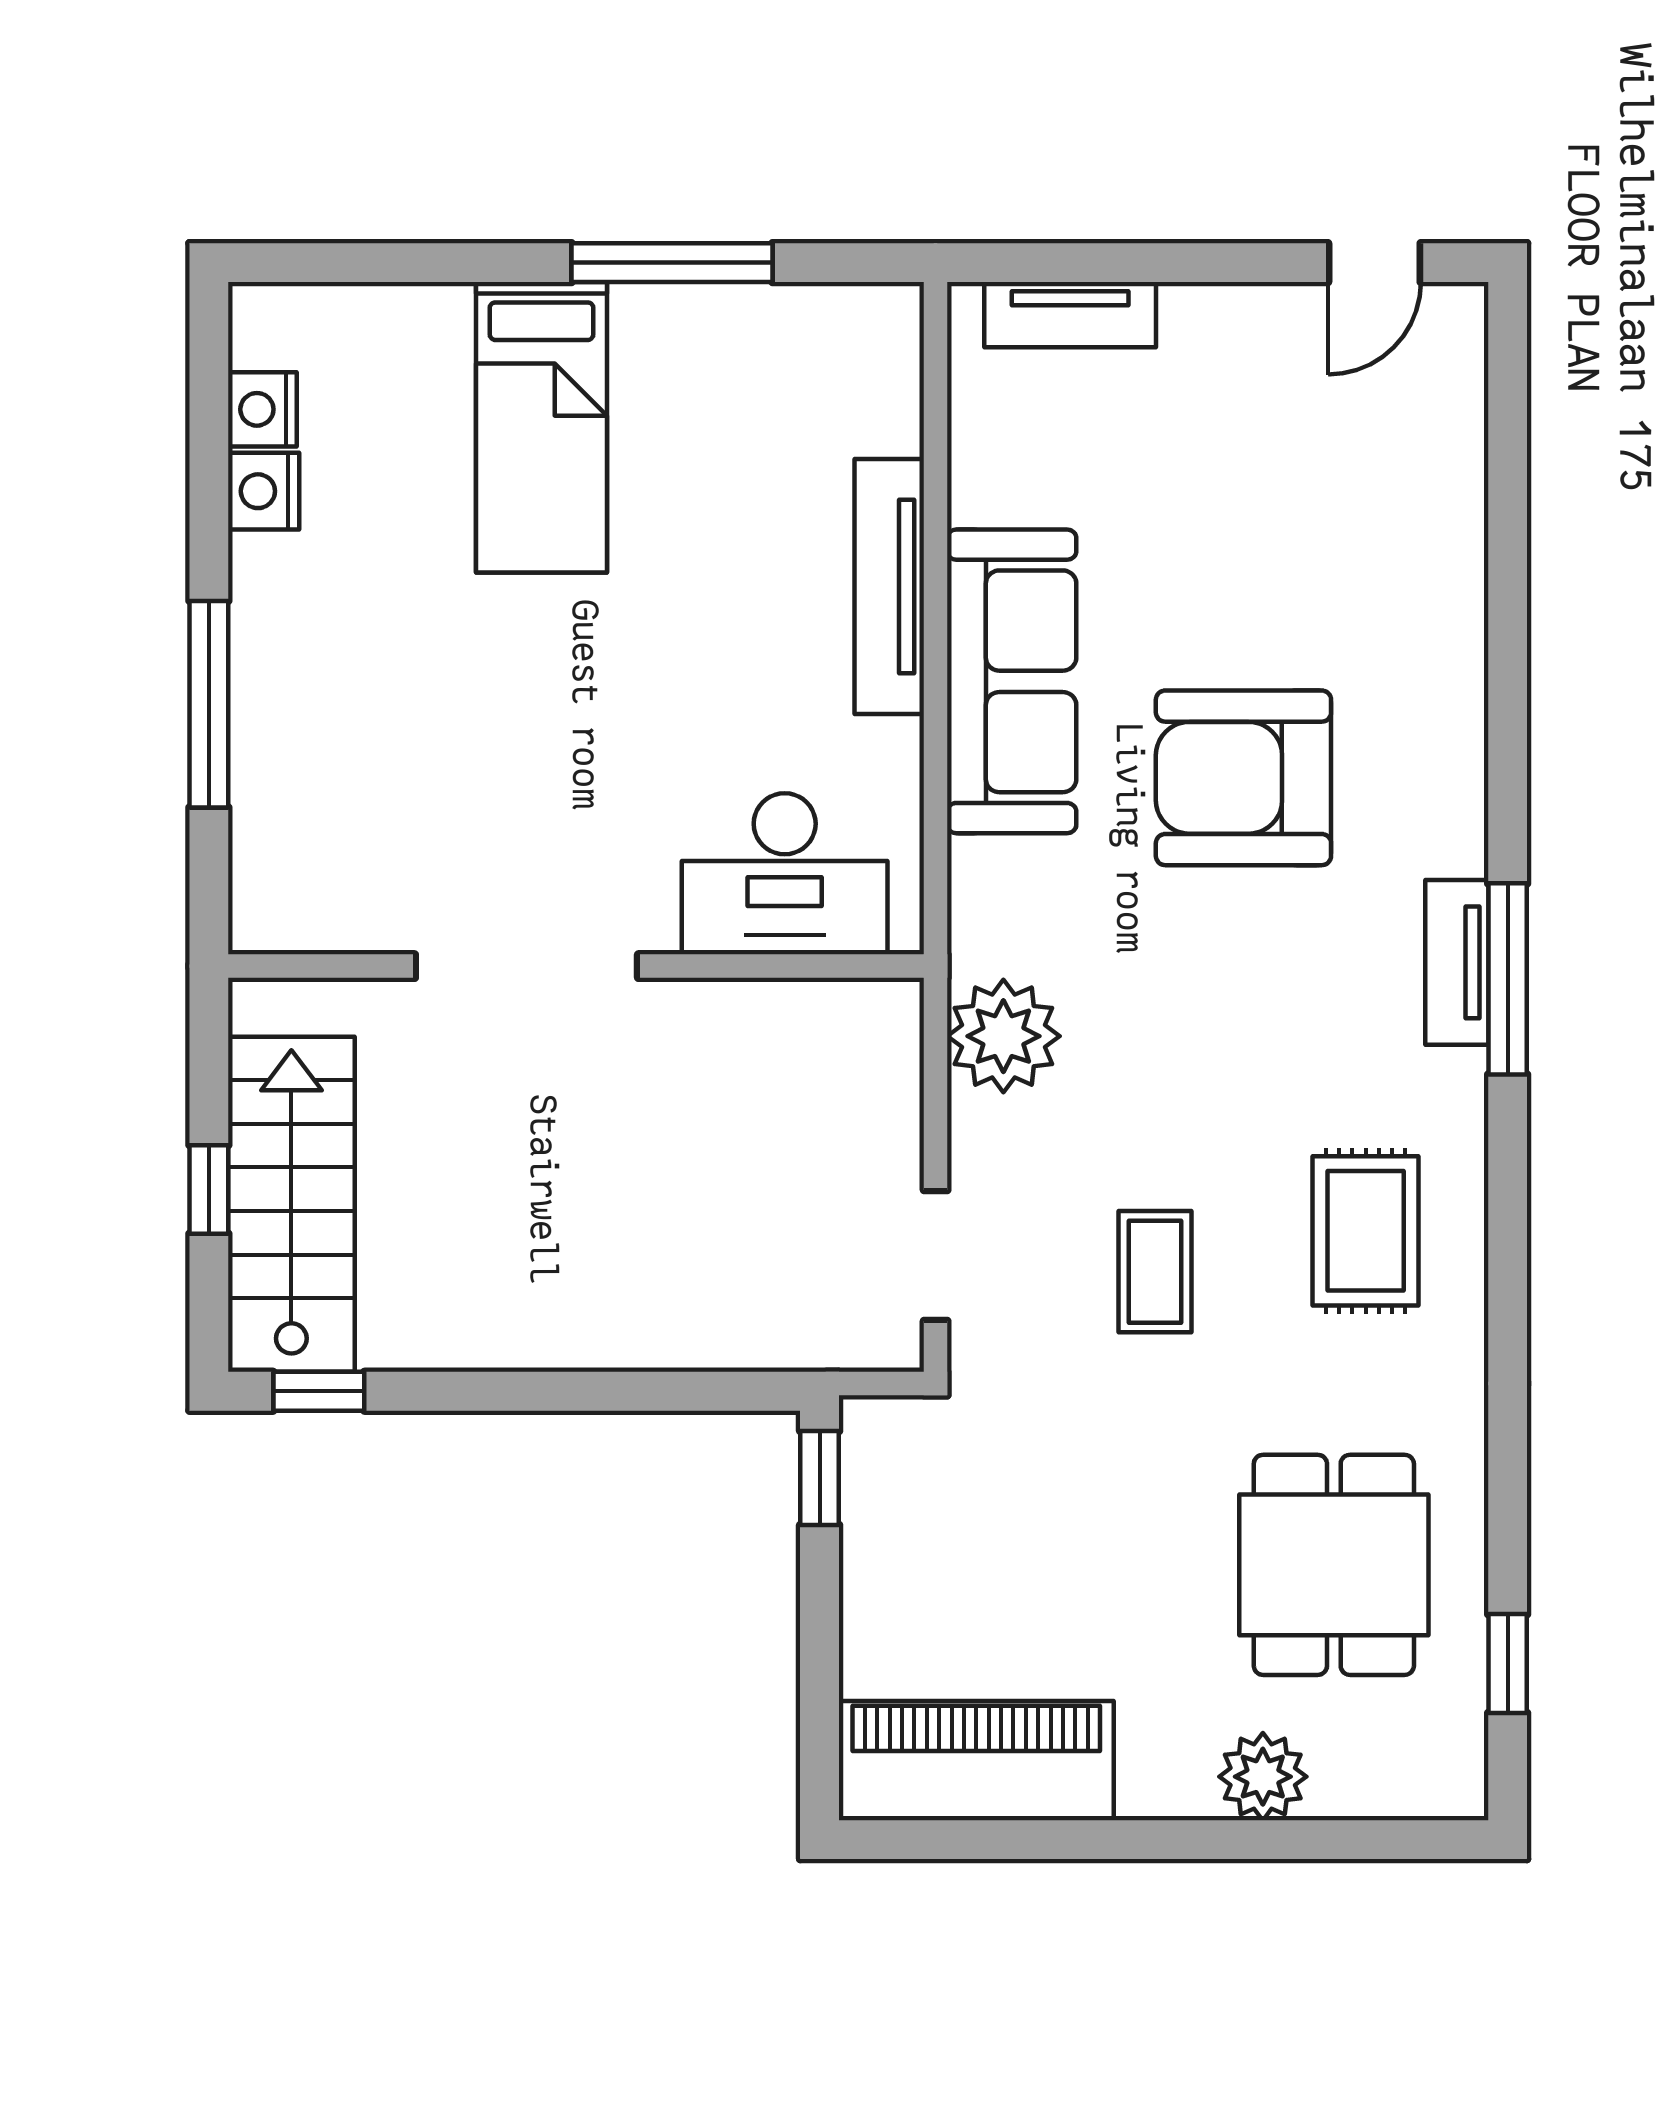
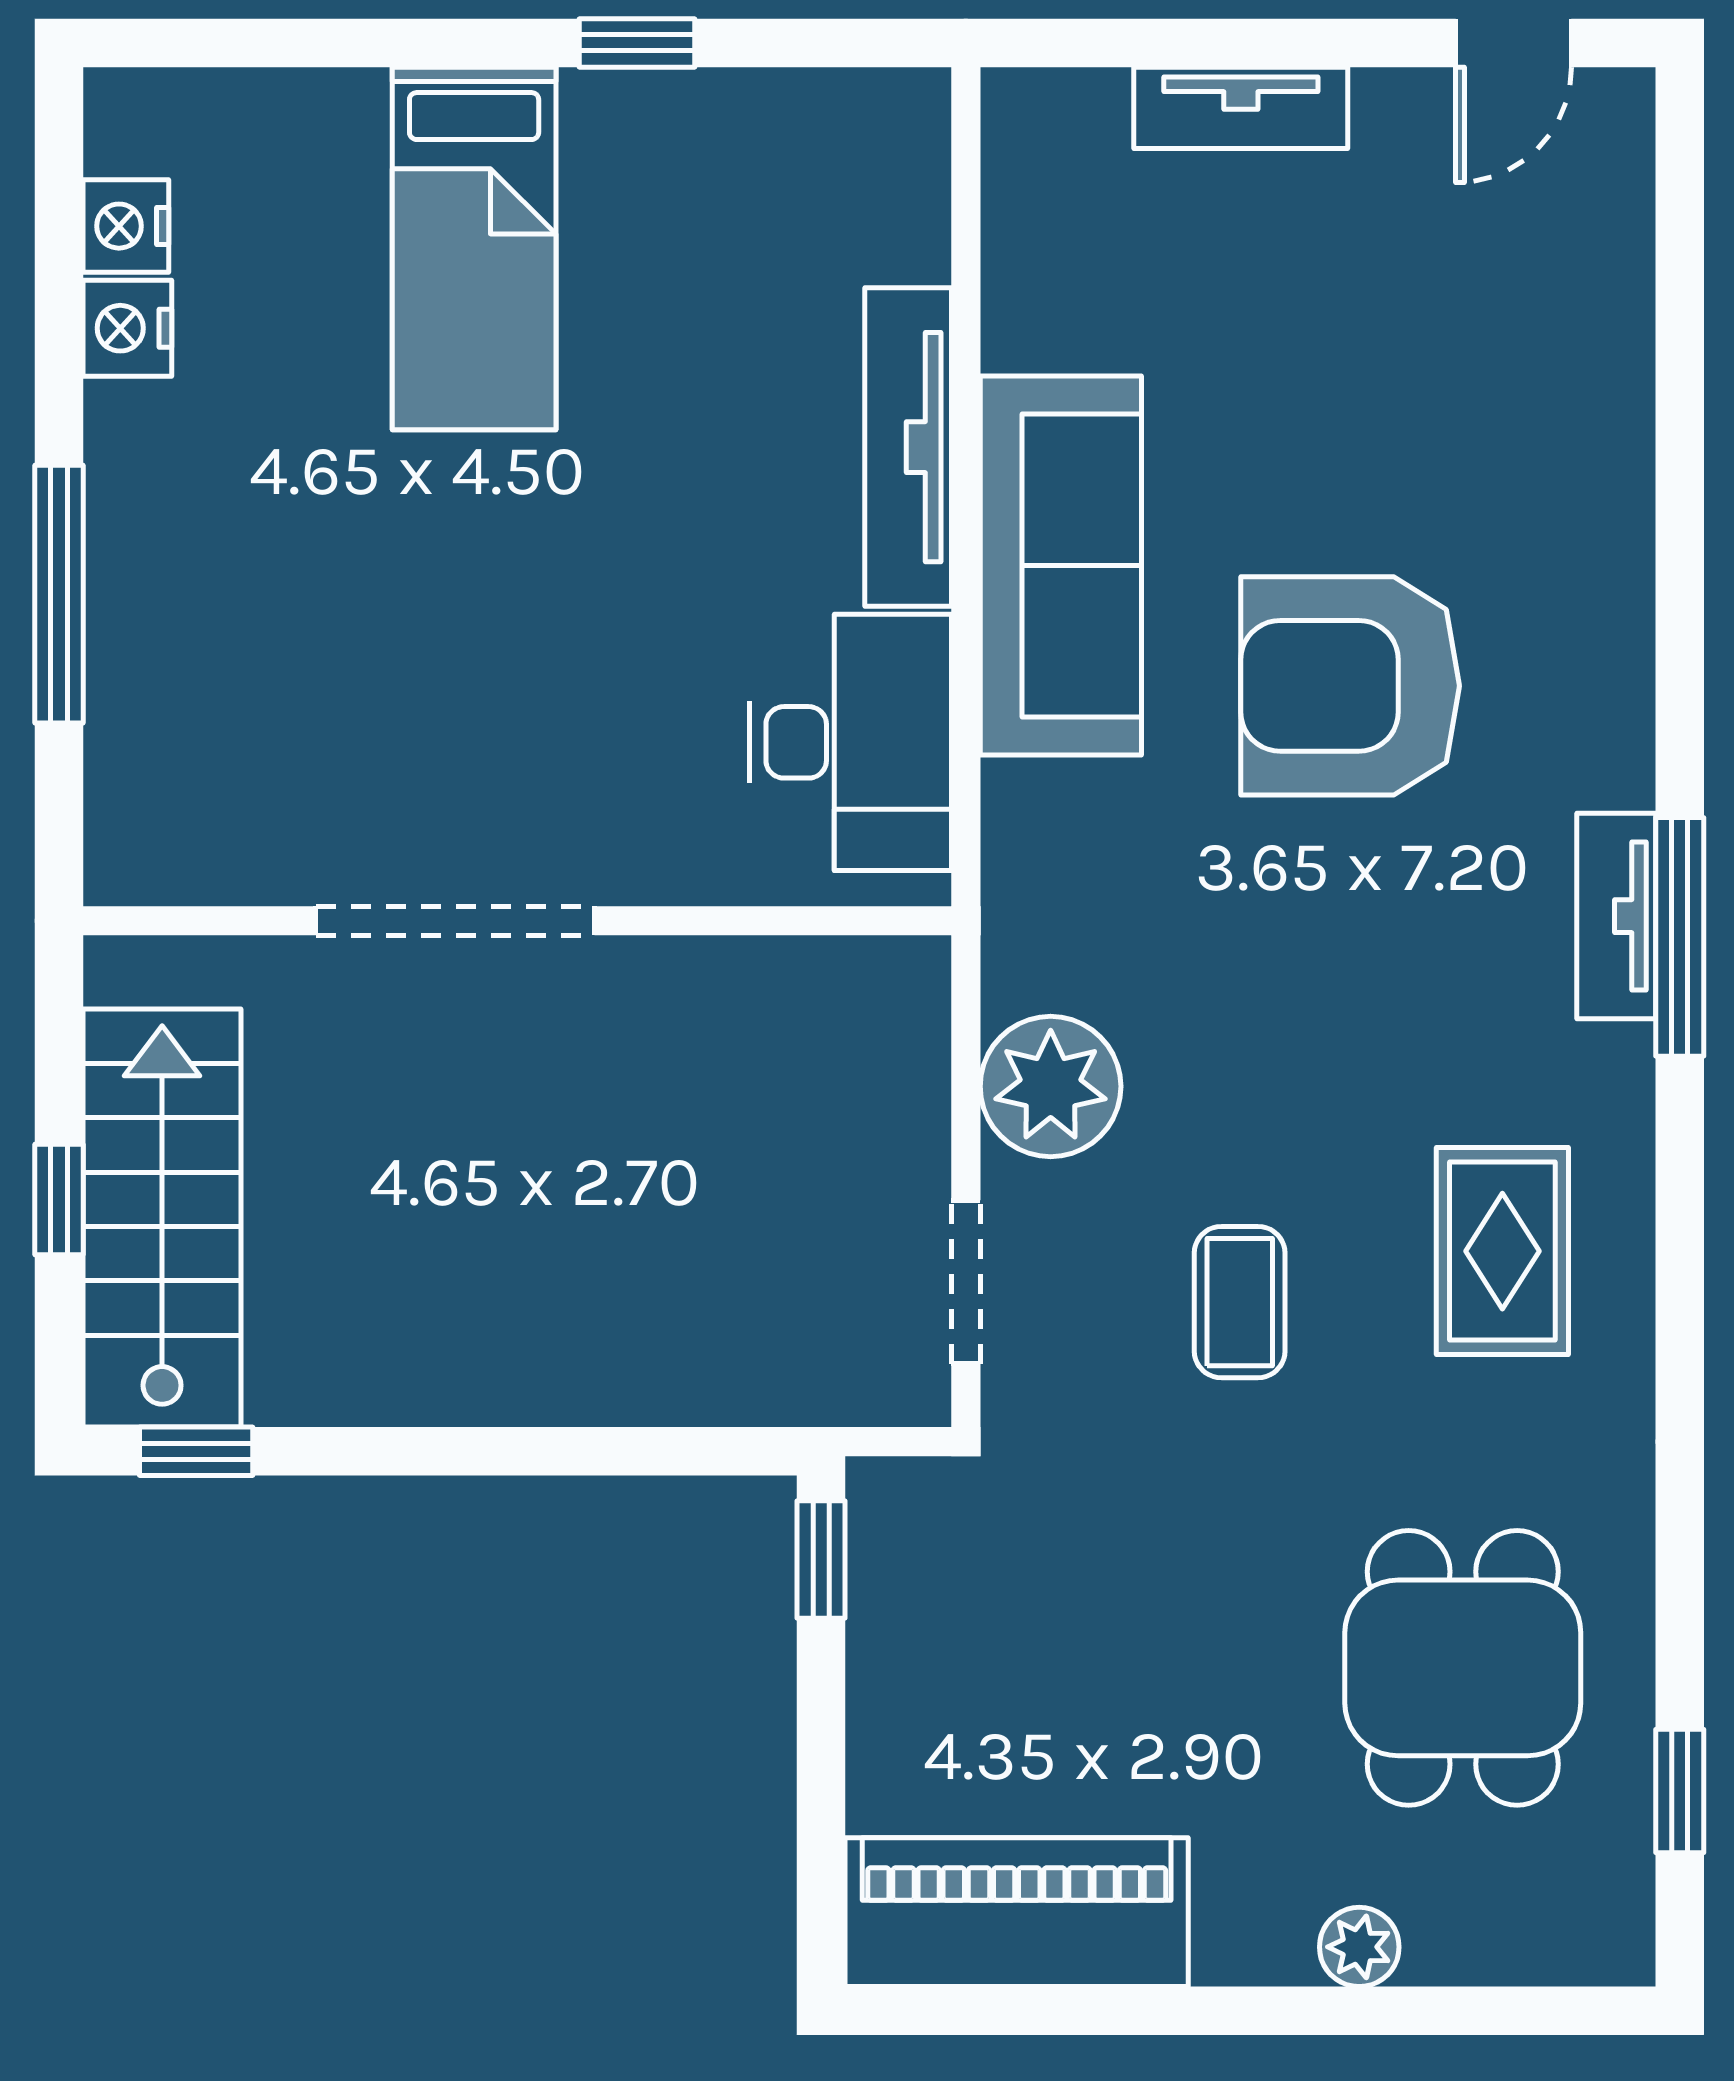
window: (672, 263) -> (637, 43), width x0.46
tv unit: (1070, 315) -> (1241, 108), moved
desk: (785, 874) -> (851, 742), moved, turned -90
plant: (1003, 1036) -> (1051, 1086), moved
plant: (1263, 1777) -> (1359, 1947), width x0.73, depth x0.73

